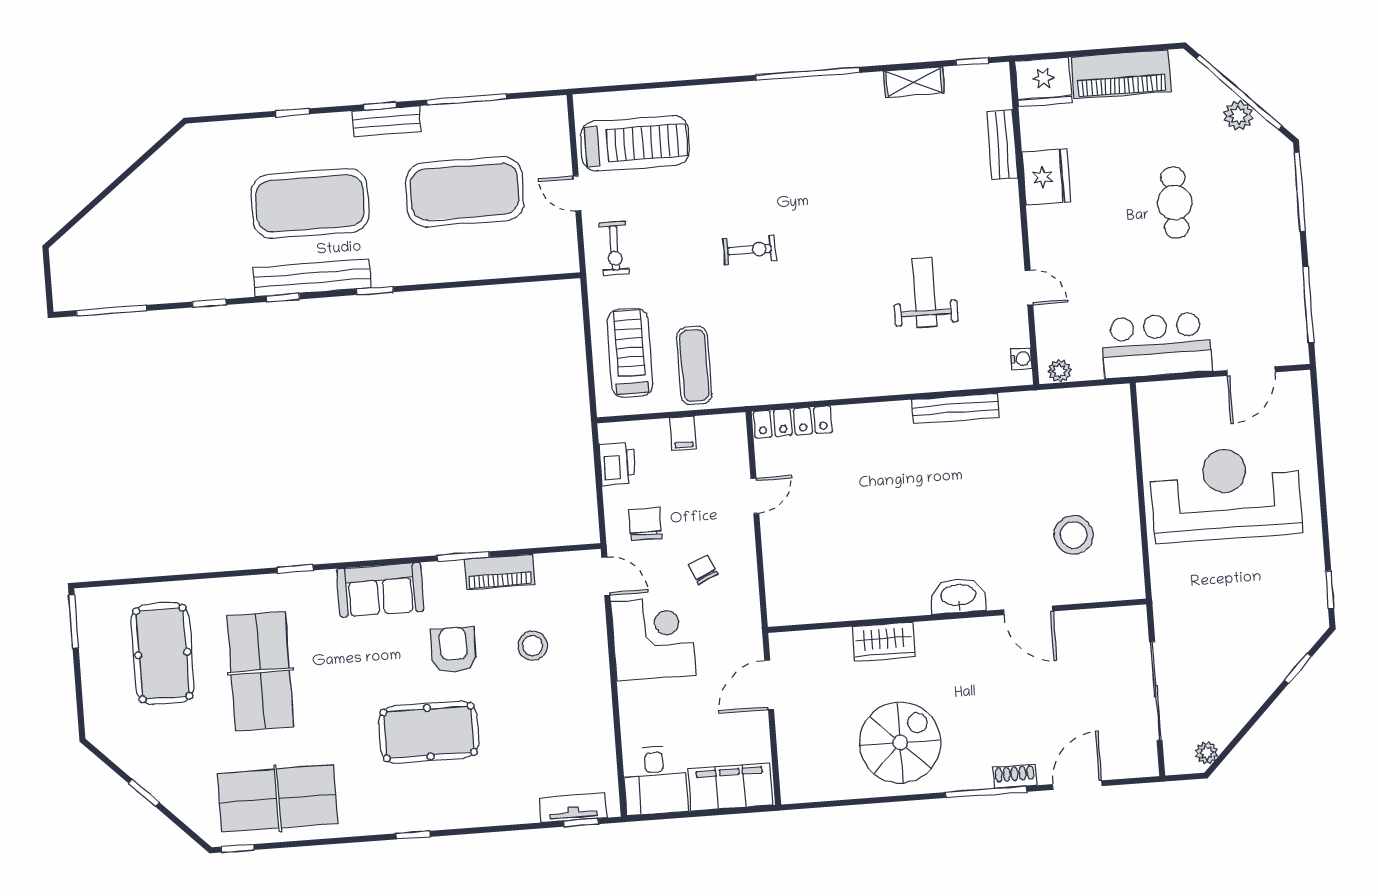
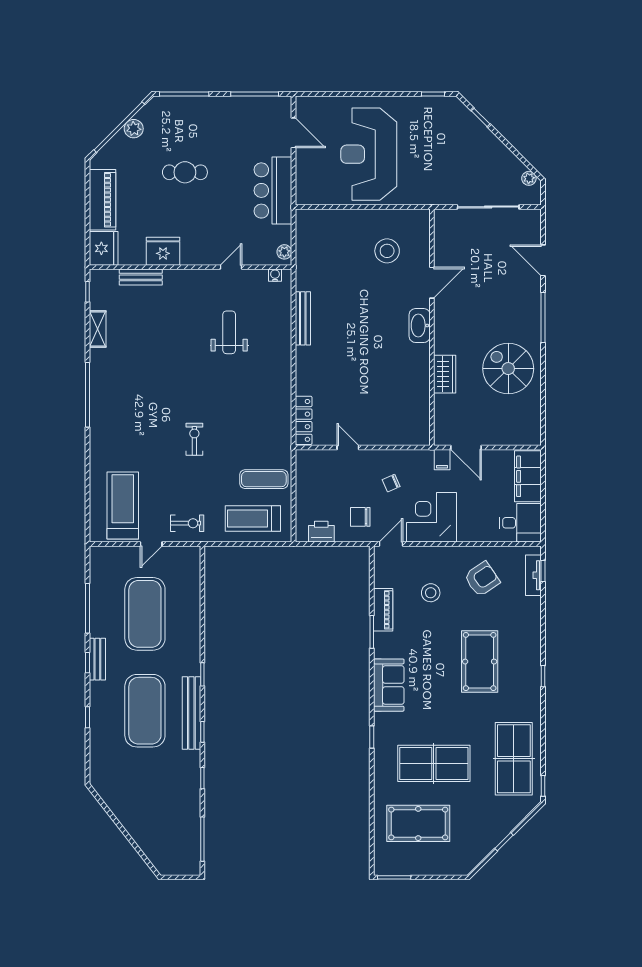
weight bench: (925, 292) -> (229, 332), turned 90
filing cabinet: (683, 433) -> (442, 460), moved, turned 90
armchair: (454, 650) -> (482, 579), moved, turned 146
shoe rack: (1015, 776) -> (535, 299), removed

